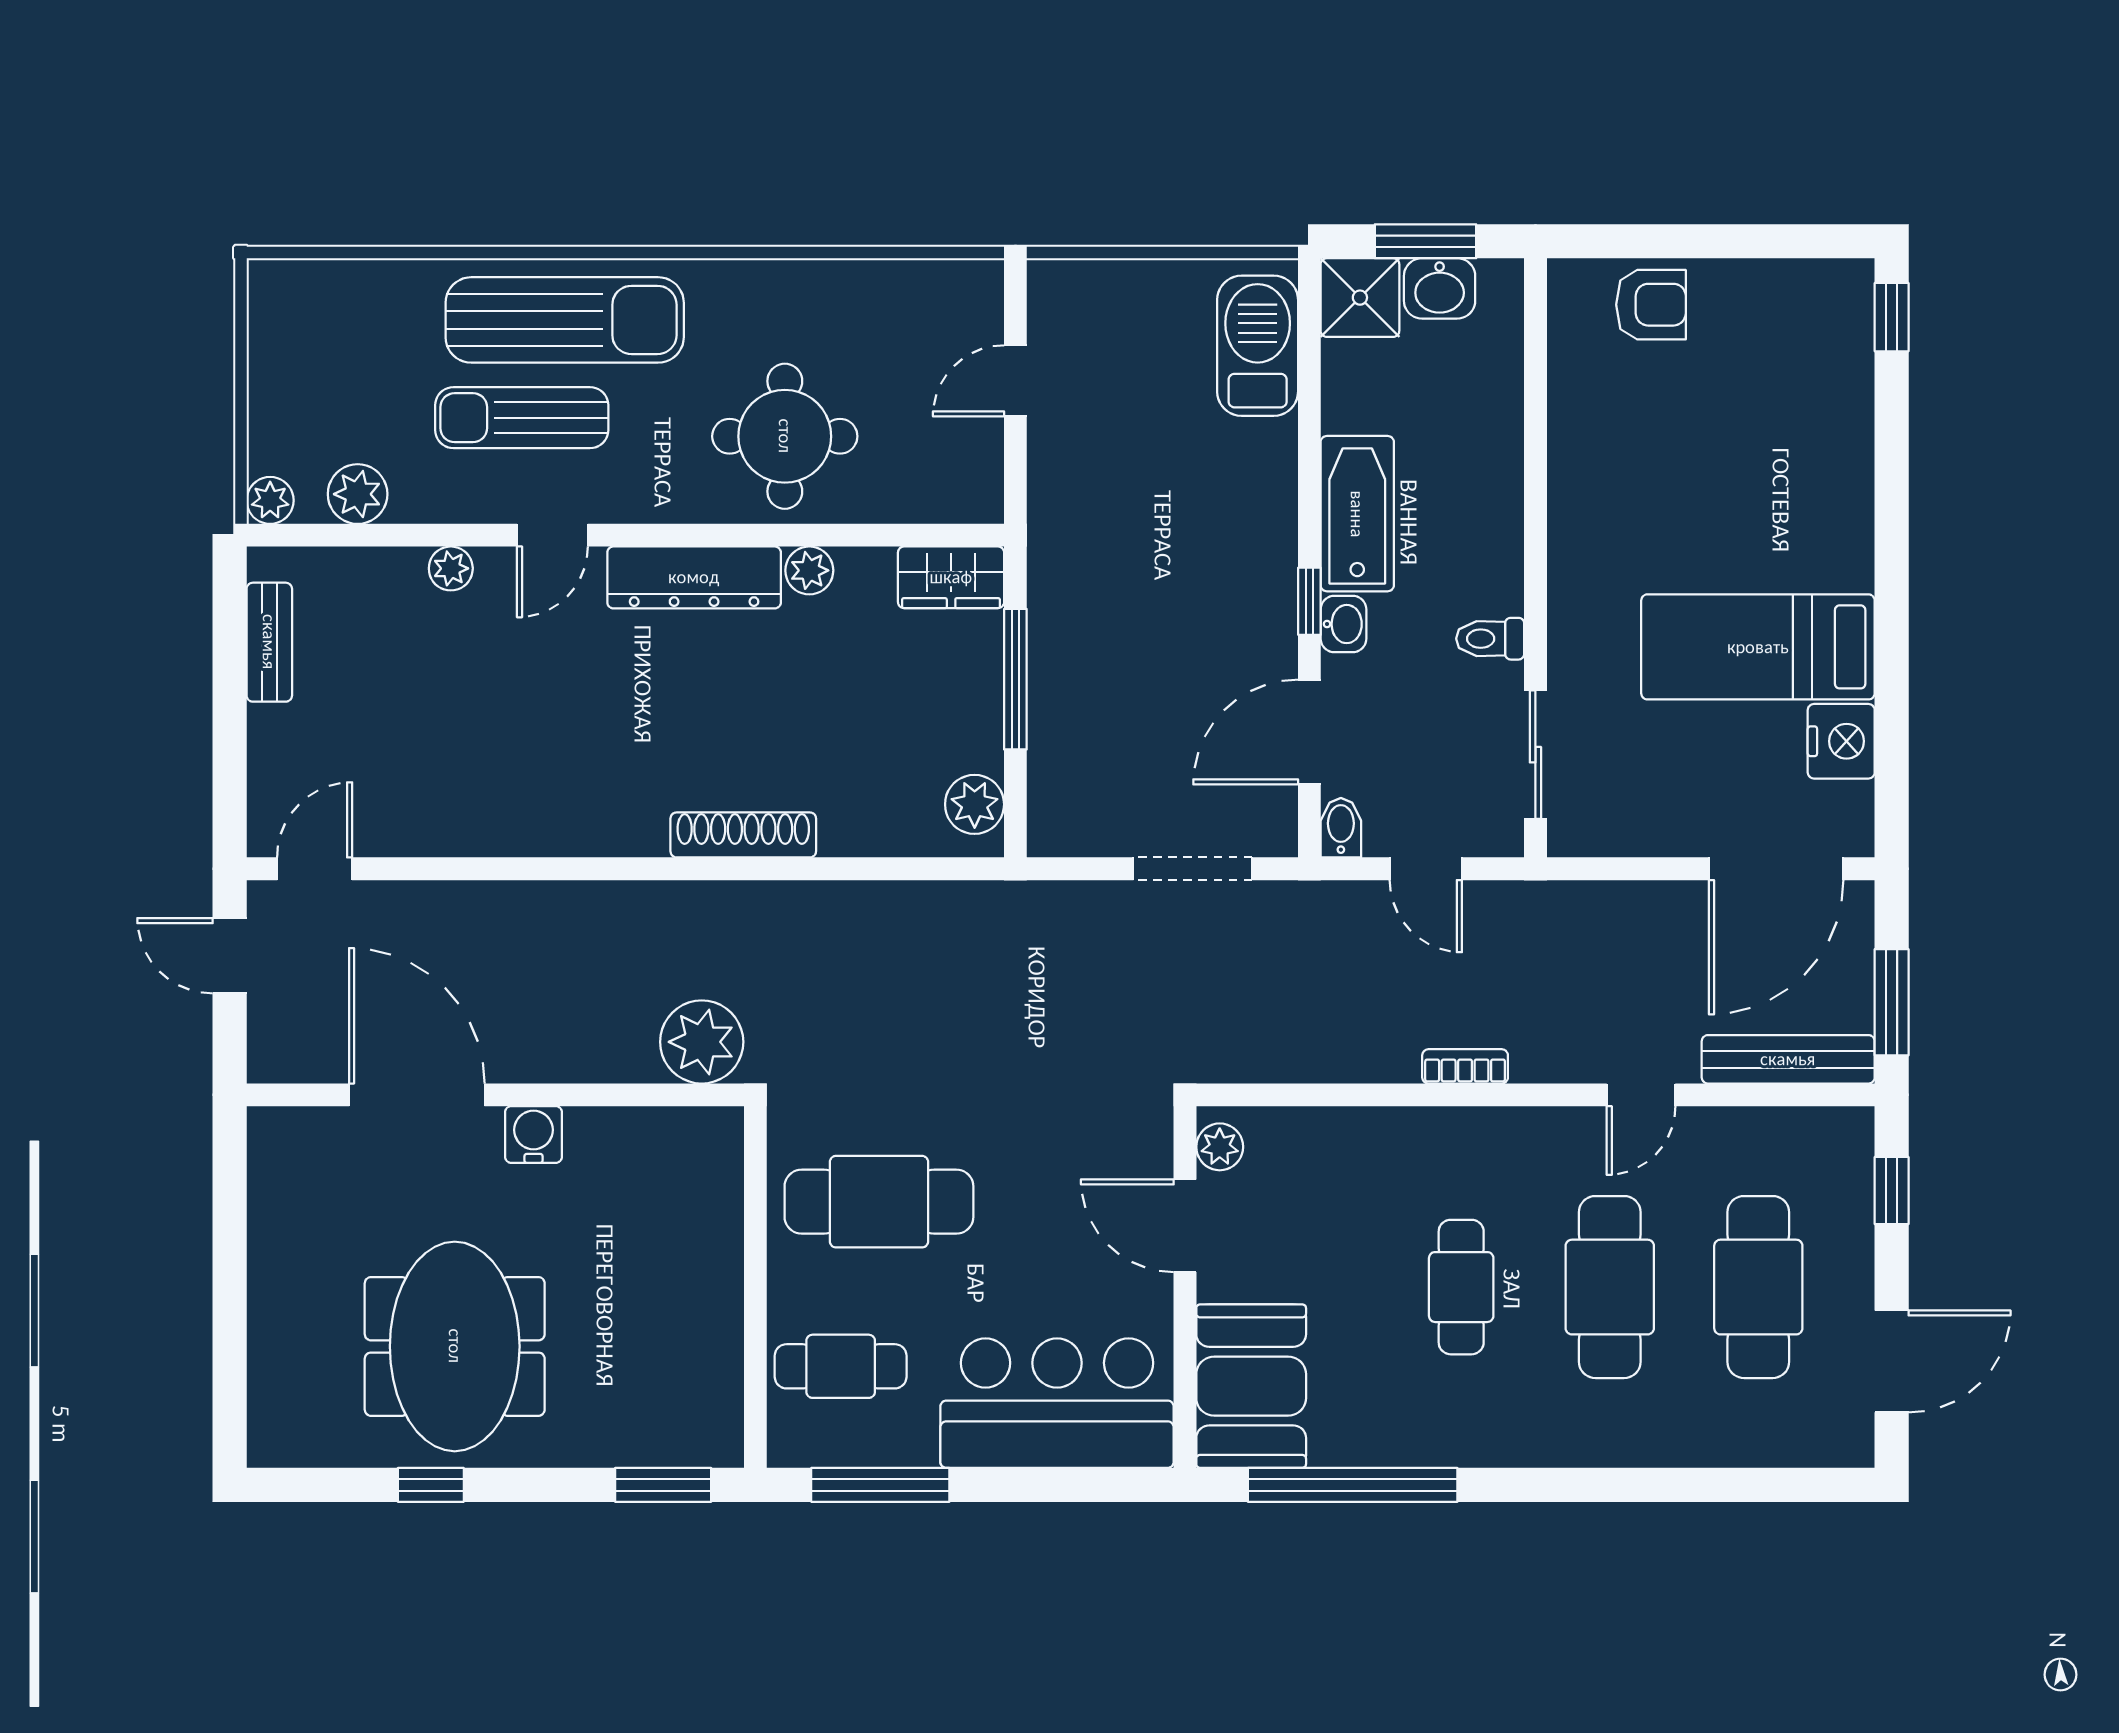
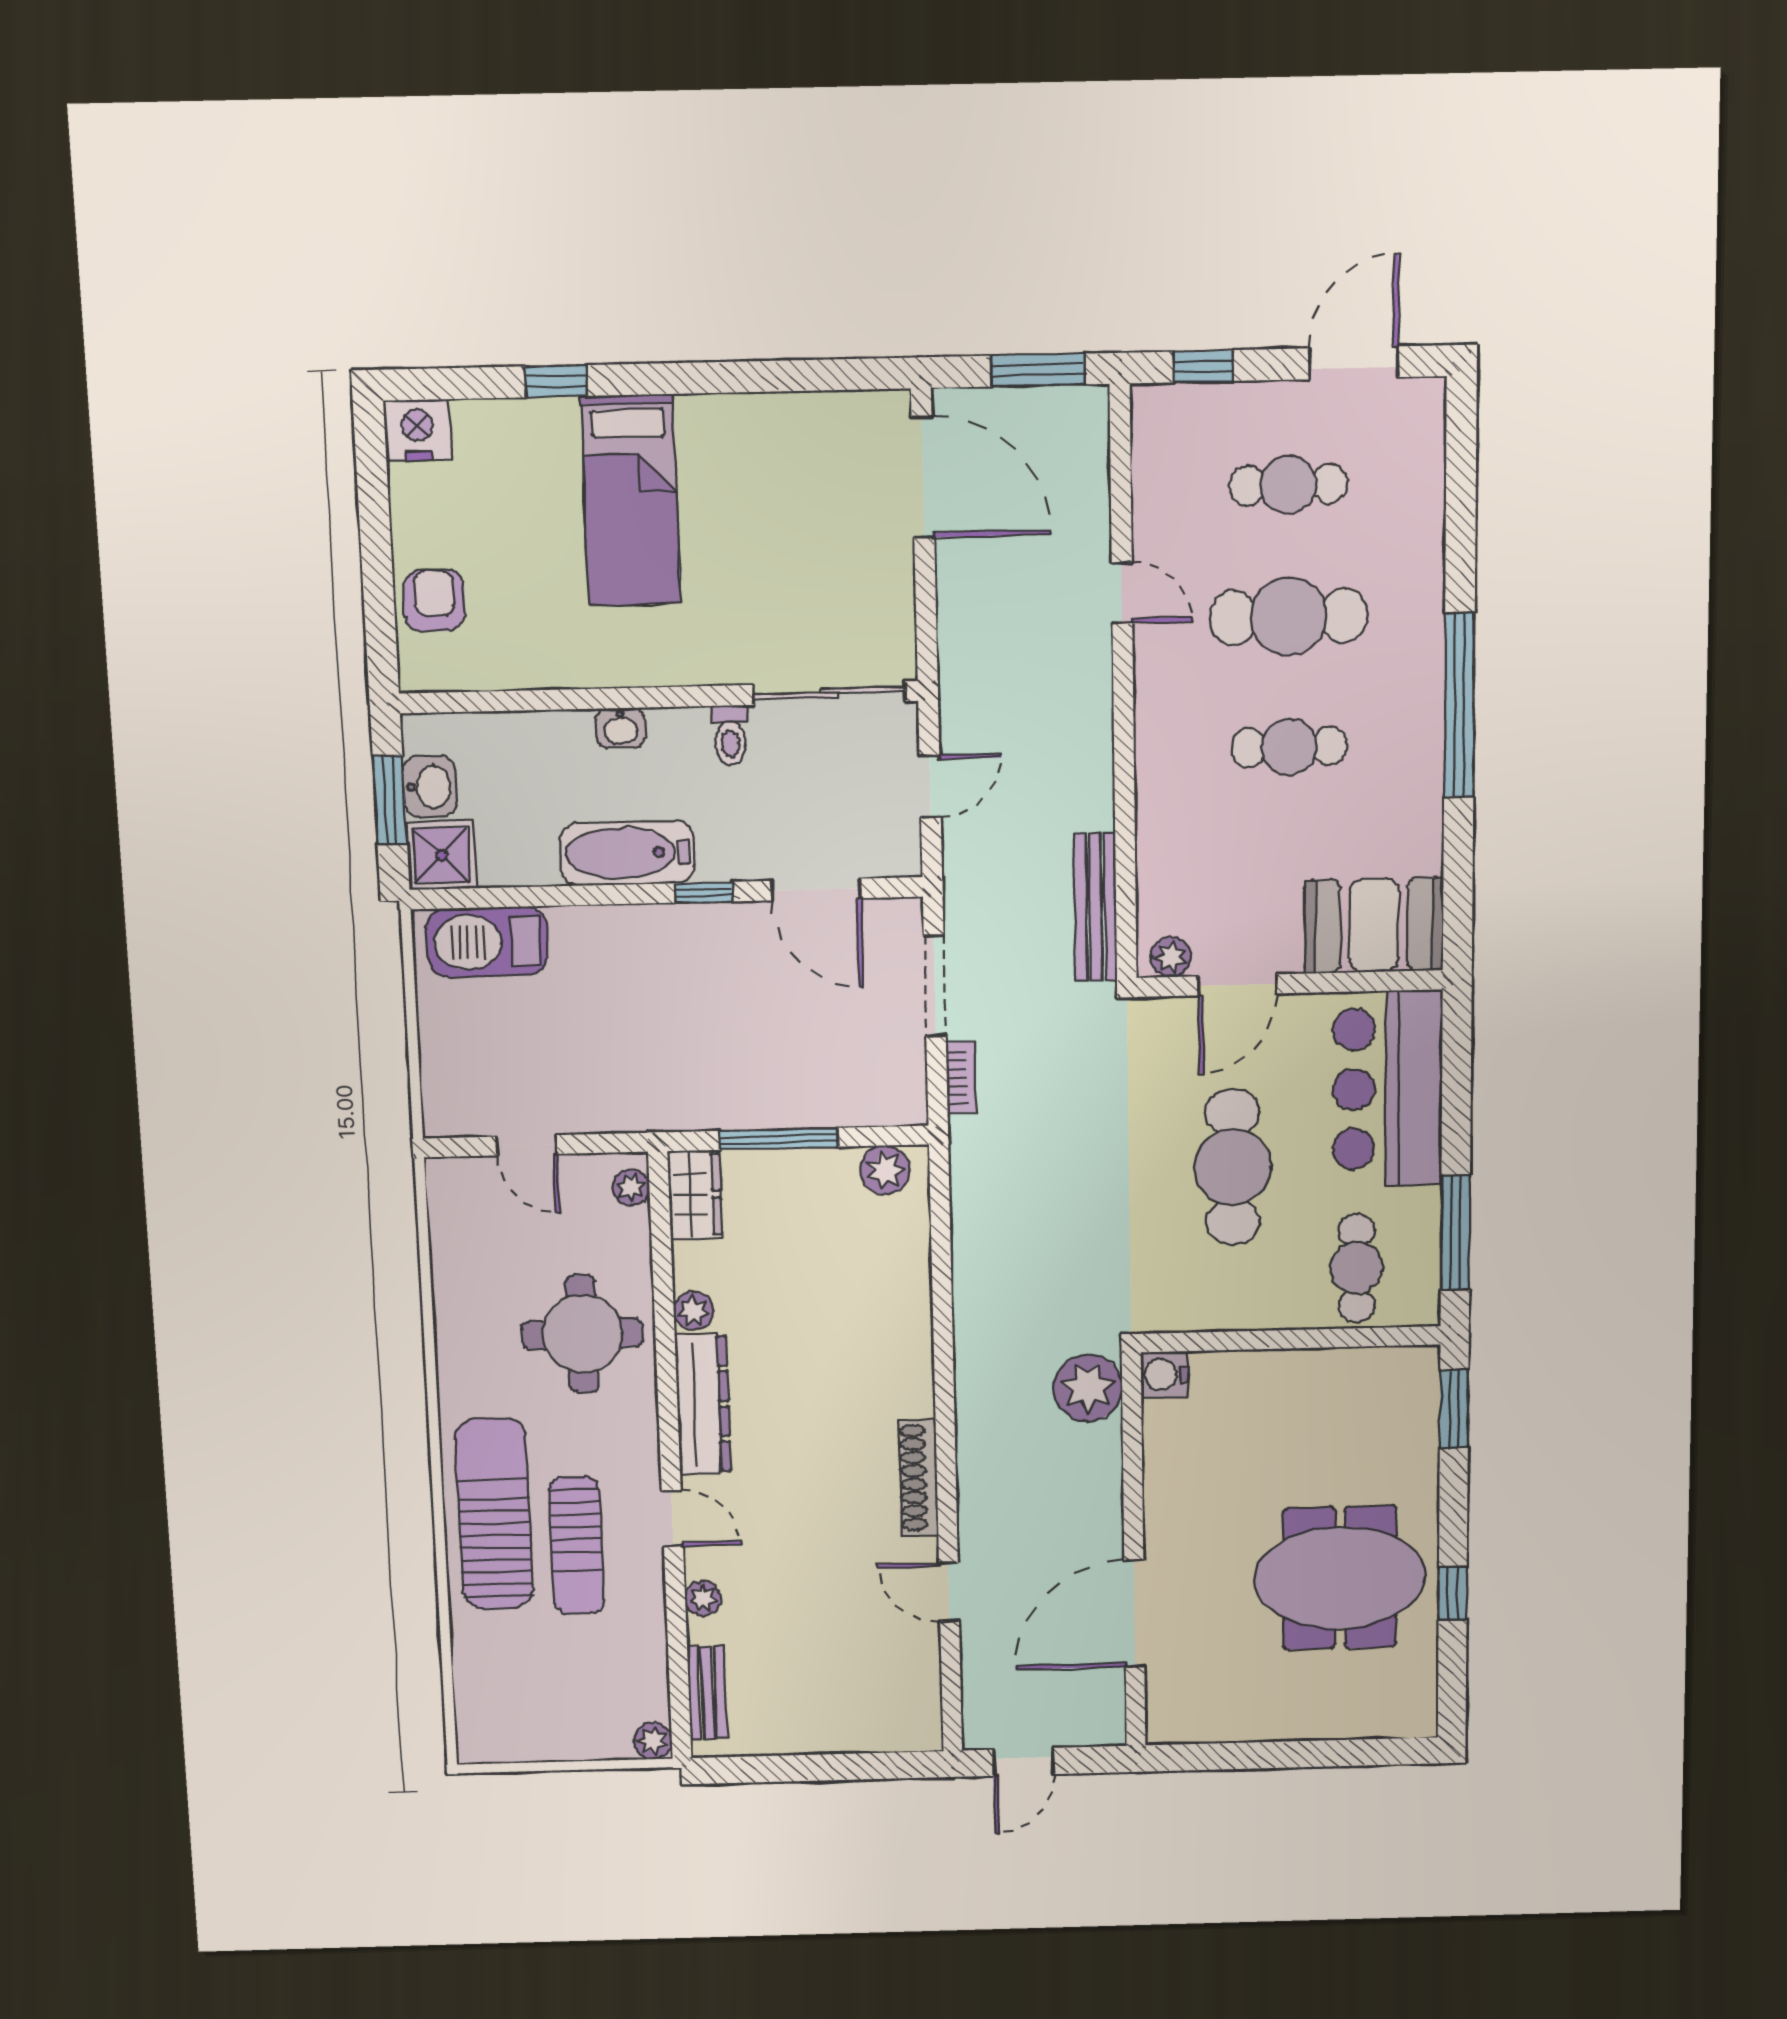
window: (1892, 317) -> (556, 381), moved
plant: (358, 494) -> (631, 1187), moved, width x0.73, depth x0.73
washbasin: (1343, 624) -> (621, 728), moved, turned 180
bench: (269, 642) -> (707, 1693), moved, turned 90
bed: (1758, 647) -> (631, 500), moved
nightstand: (1841, 741) -> (417, 430), moved
sliding door: (1535, 755) -> (829, 693), width x1.37
bidet: (1341, 828) -> (897, 860), removed
shoe rack: (743, 835) -> (918, 1477), moved
door: (315, 869) -> (949, 1592), moved
bench: (1788, 1059) -> (1096, 907), moved
bookcase: (1465, 1066) -> (961, 1078), moved, turned 180
water cooler: (533, 1135) -> (1164, 1375), moved
cafe table: (879, 1202) -> (1233, 1167), moved
cafe table: (1758, 1287) -> (1289, 485), width x0.73, depth x0.74
door: (1892, 1361) -> (1354, 363), hinge flipped
window: (1353, 1485) -> (1459, 705), moved

